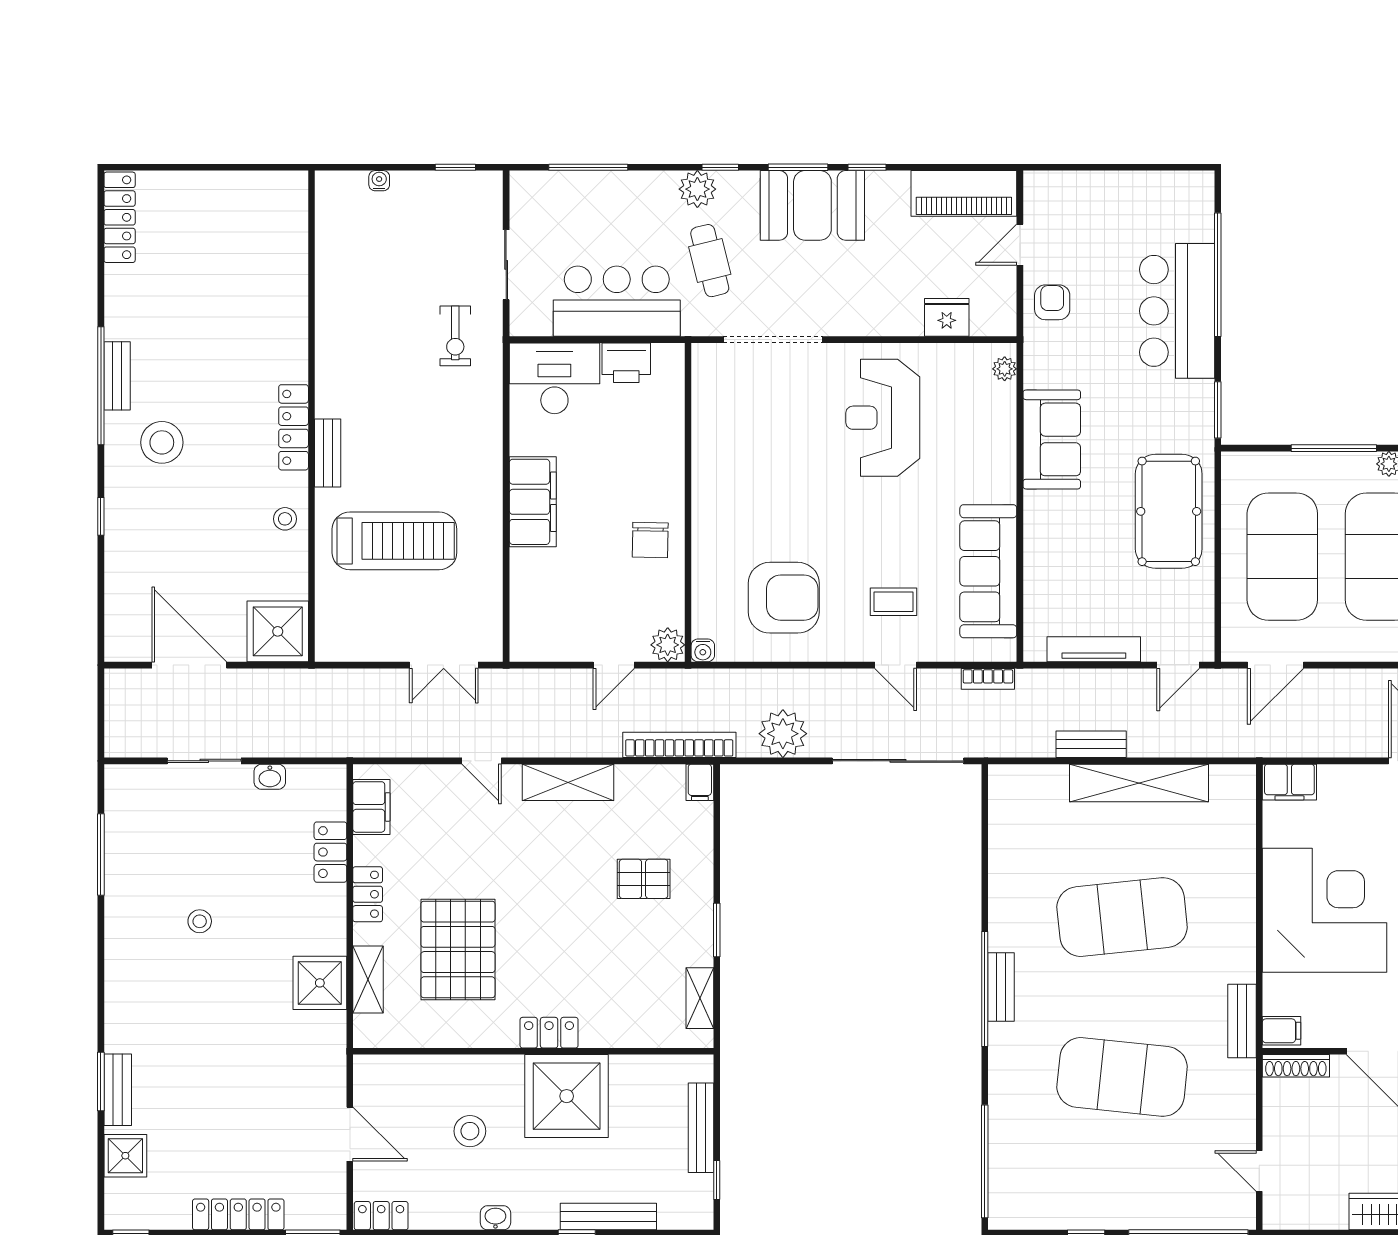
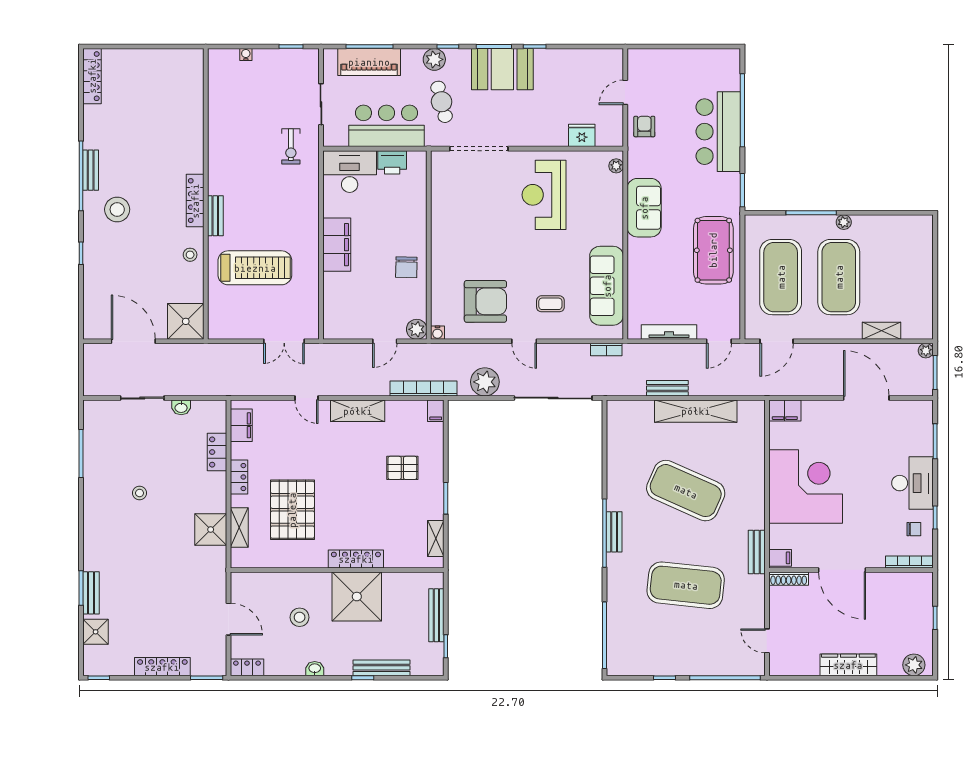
piano: (964, 193) -> (369, 62), moved
door: (896, 665) -> (524, 341), moved
exercise mat: (1122, 917) -> (686, 491), turned 30
locker: (549, 1033) -> (356, 559), width x1.53

